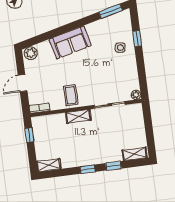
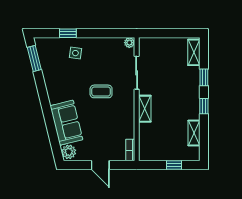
sofa: (70, 42) -> (66, 123), moved
coffee table: (71, 95) -> (101, 91), moved
window: (29, 135) -> (174, 165), moved
shelving: (49, 165) -> (194, 133), moved

